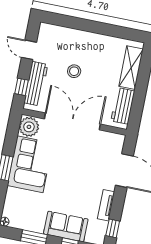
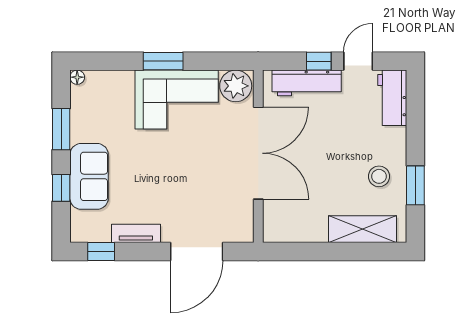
window: (111, 30) -> (415, 185), added
stool: (74, 71) -> (379, 176), moved
window: (21, 87) -> (319, 61), moved
workbench: (123, 106) -> (392, 98), moved, turned -90

